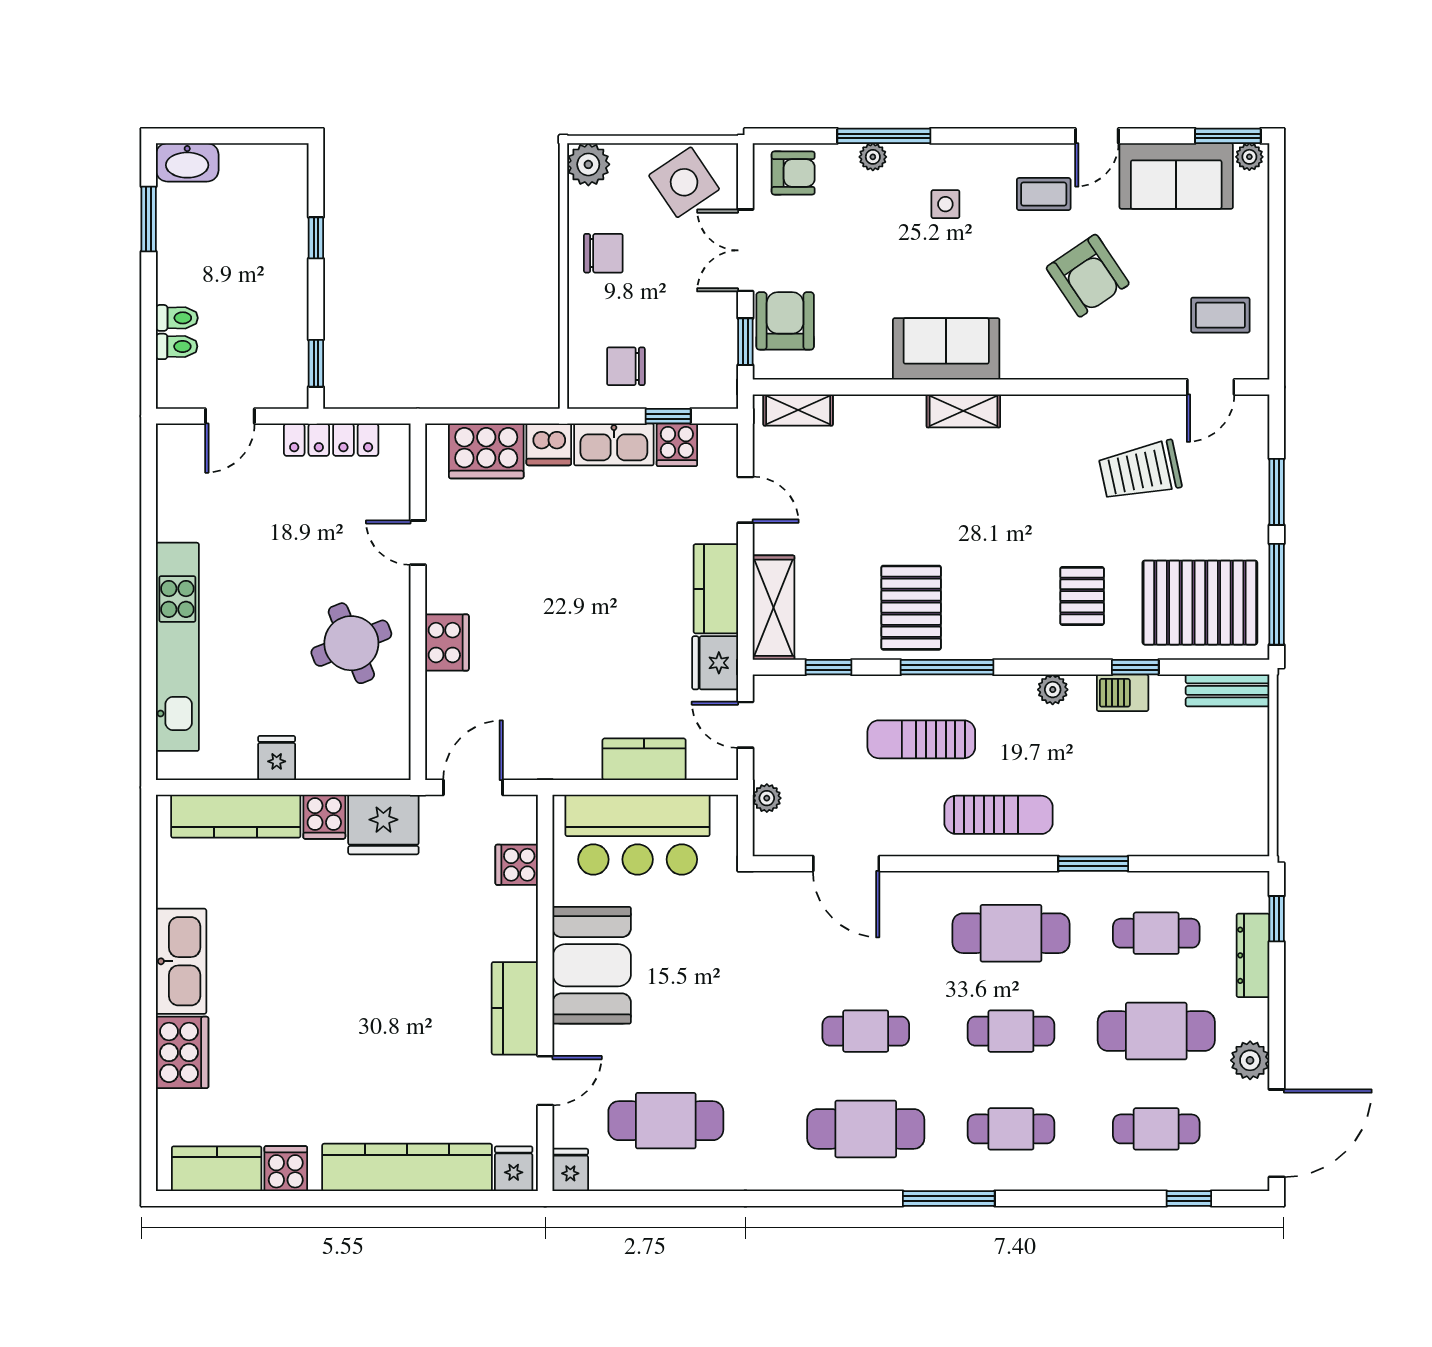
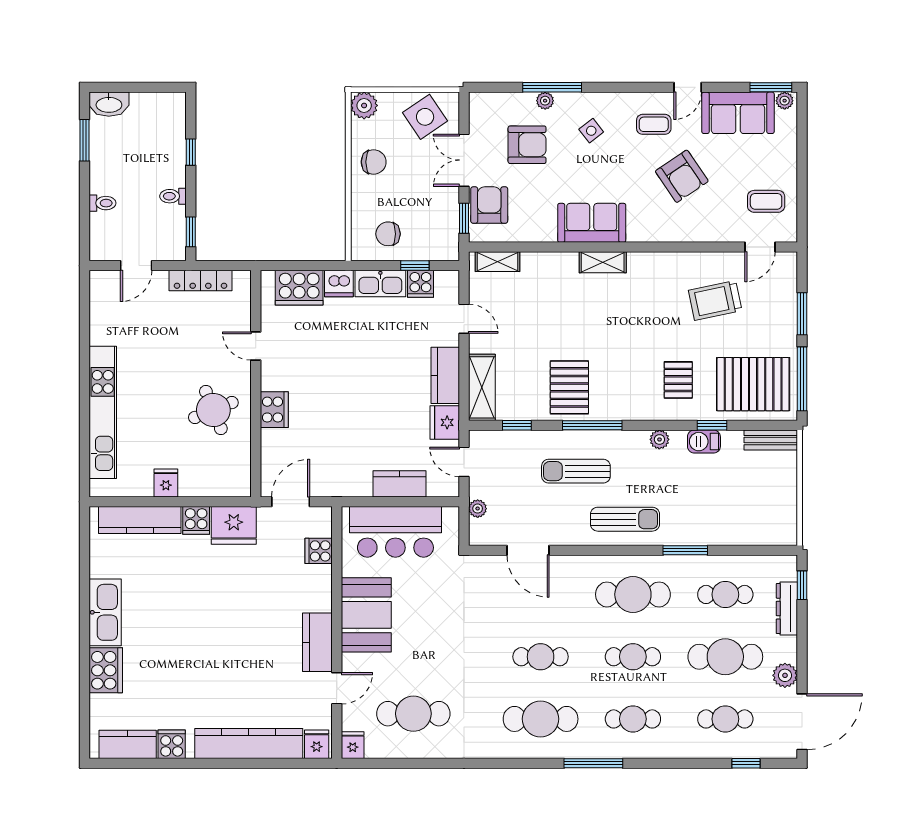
armchair: (793, 173) -> (527, 145), moved, width x1.38, depth x1.38
side table: (945, 204) -> (591, 131), turned -38
toilet: (177, 346) -> (173, 196), moved, turned 180

